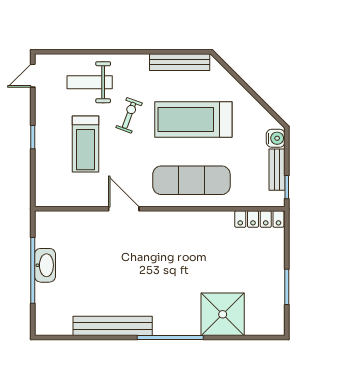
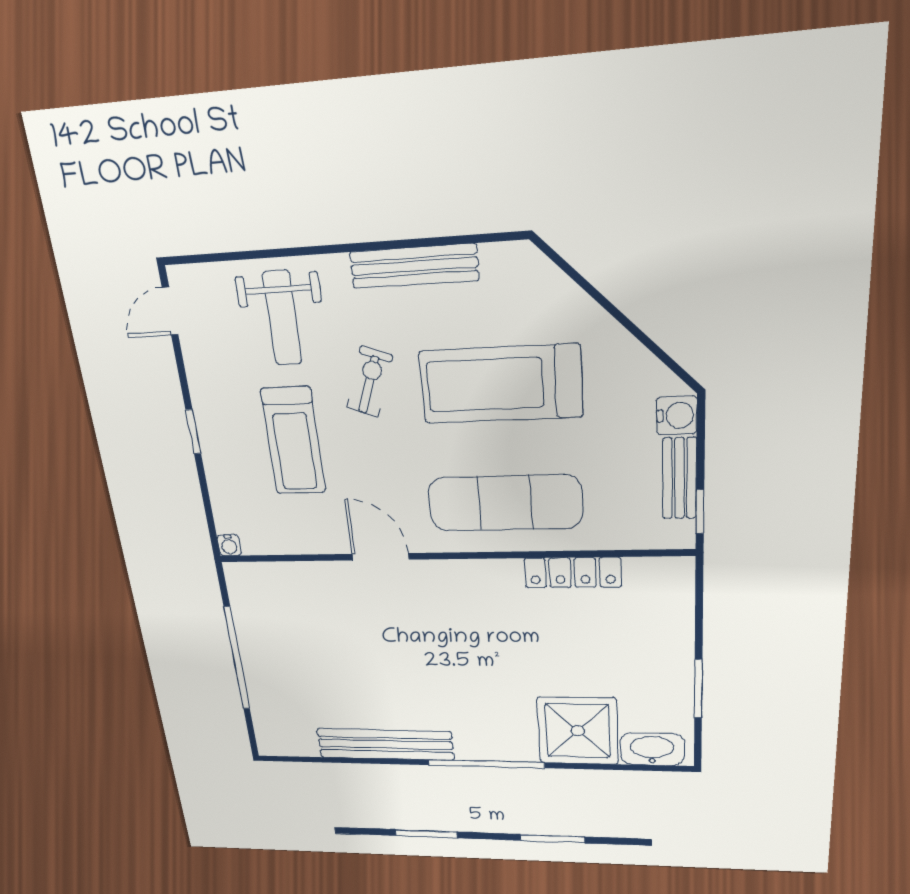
bench: (180, 62) -> (414, 266), moved
weight bench: (90, 82) -> (282, 318), turned -90
water cooler: (41, 201) -> (229, 545), added
locker: (259, 219) -> (573, 573), moved
washbasin: (45, 265) -> (652, 749), moved, turned -90

